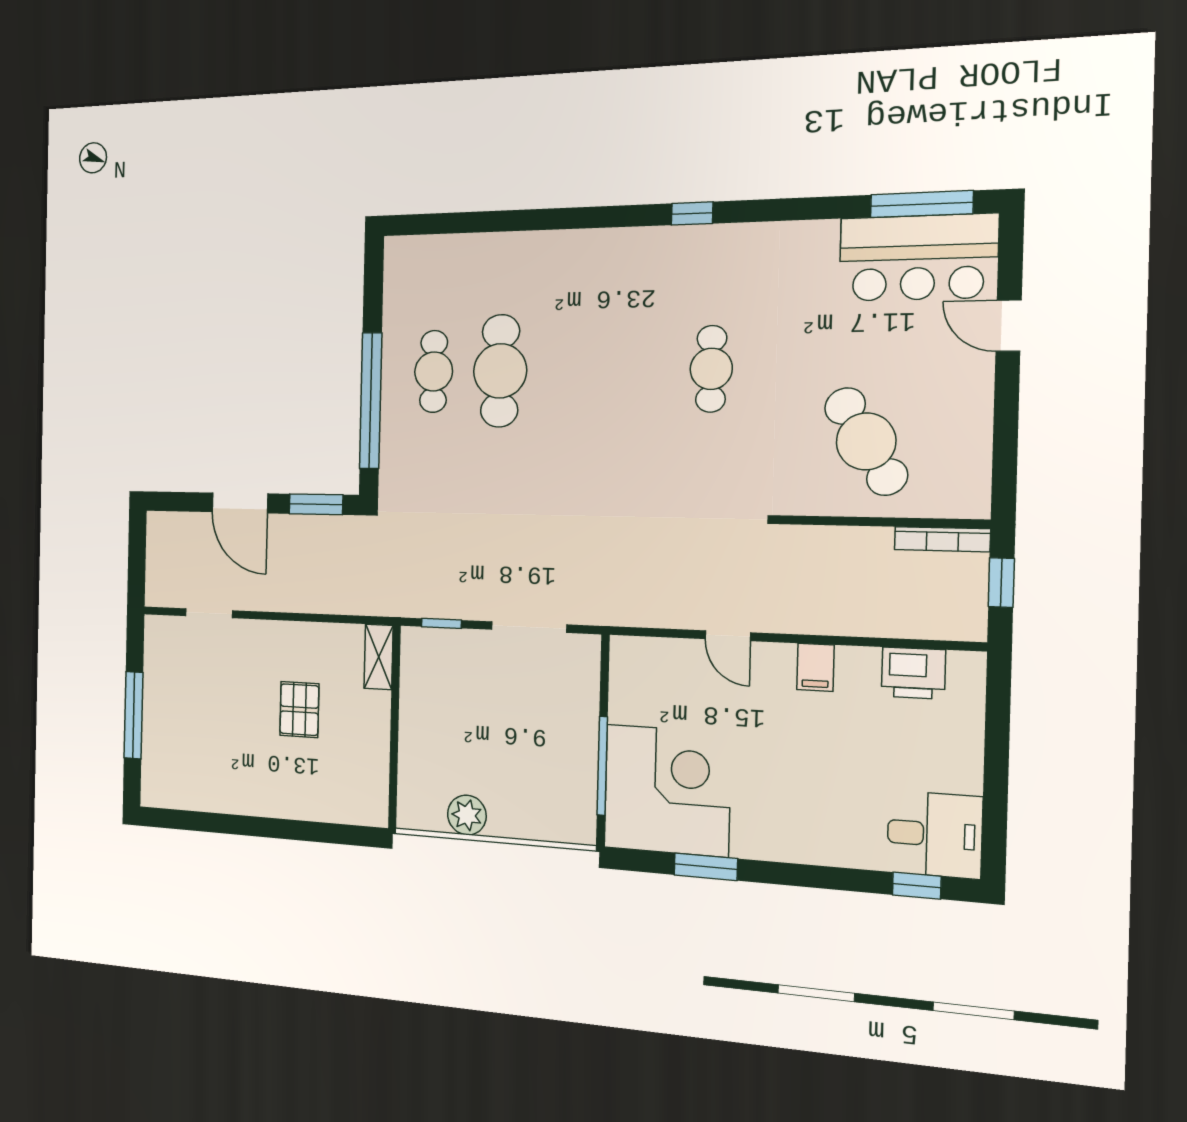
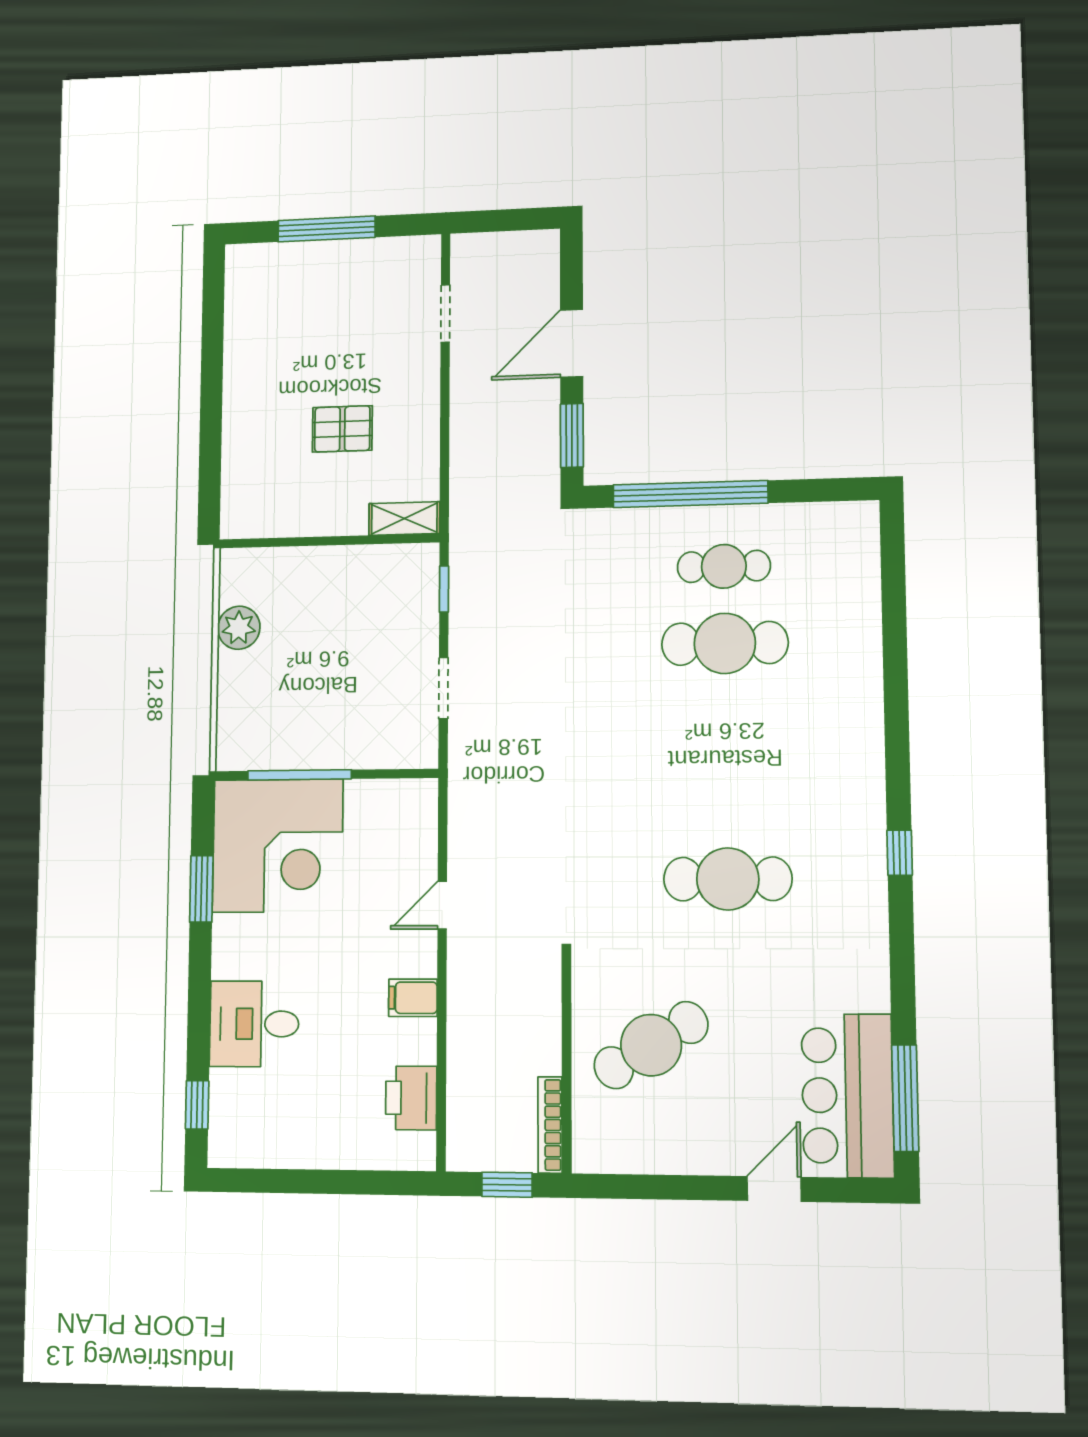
cafe table: (711, 369) -> (728, 879), width x1.37, depth x1.35
doorway: (529, 627) -> (443, 688), width x0.73
desk: (934, 834) -> (254, 1024), moved, turned 90

